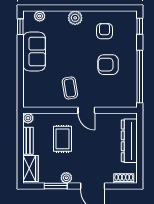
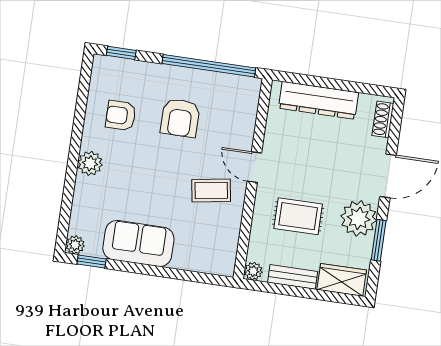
plant: (40, 16) -> (75, 245), moved
door: (86, 110) -> (254, 167), swing flipped
plant: (66, 178) -> (359, 218), width x1.87, depth x1.87

